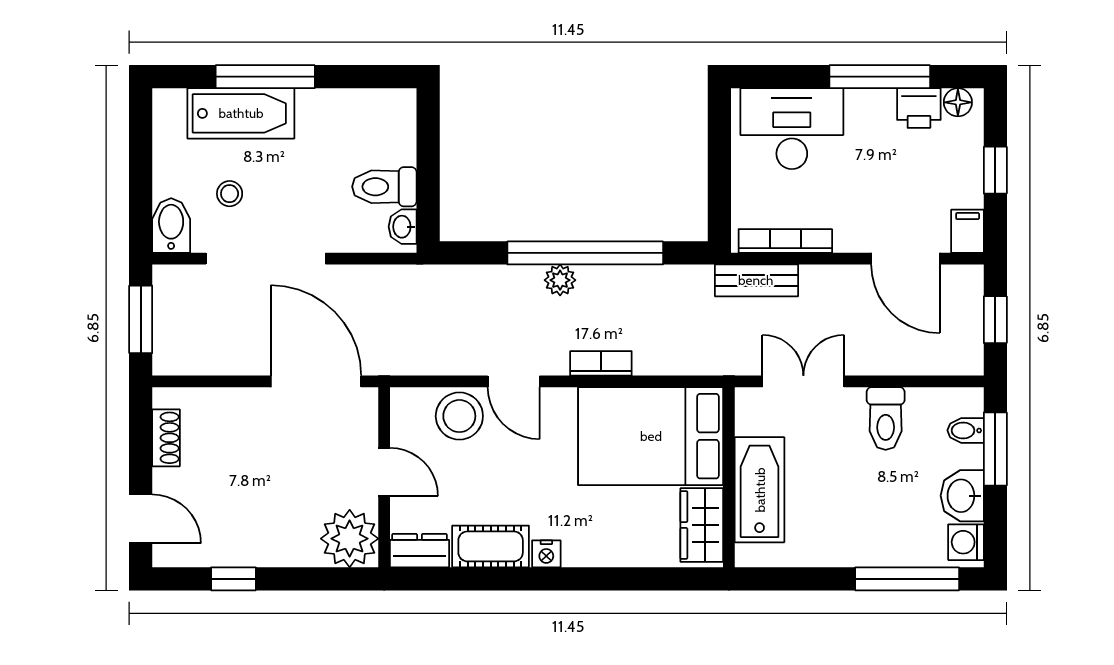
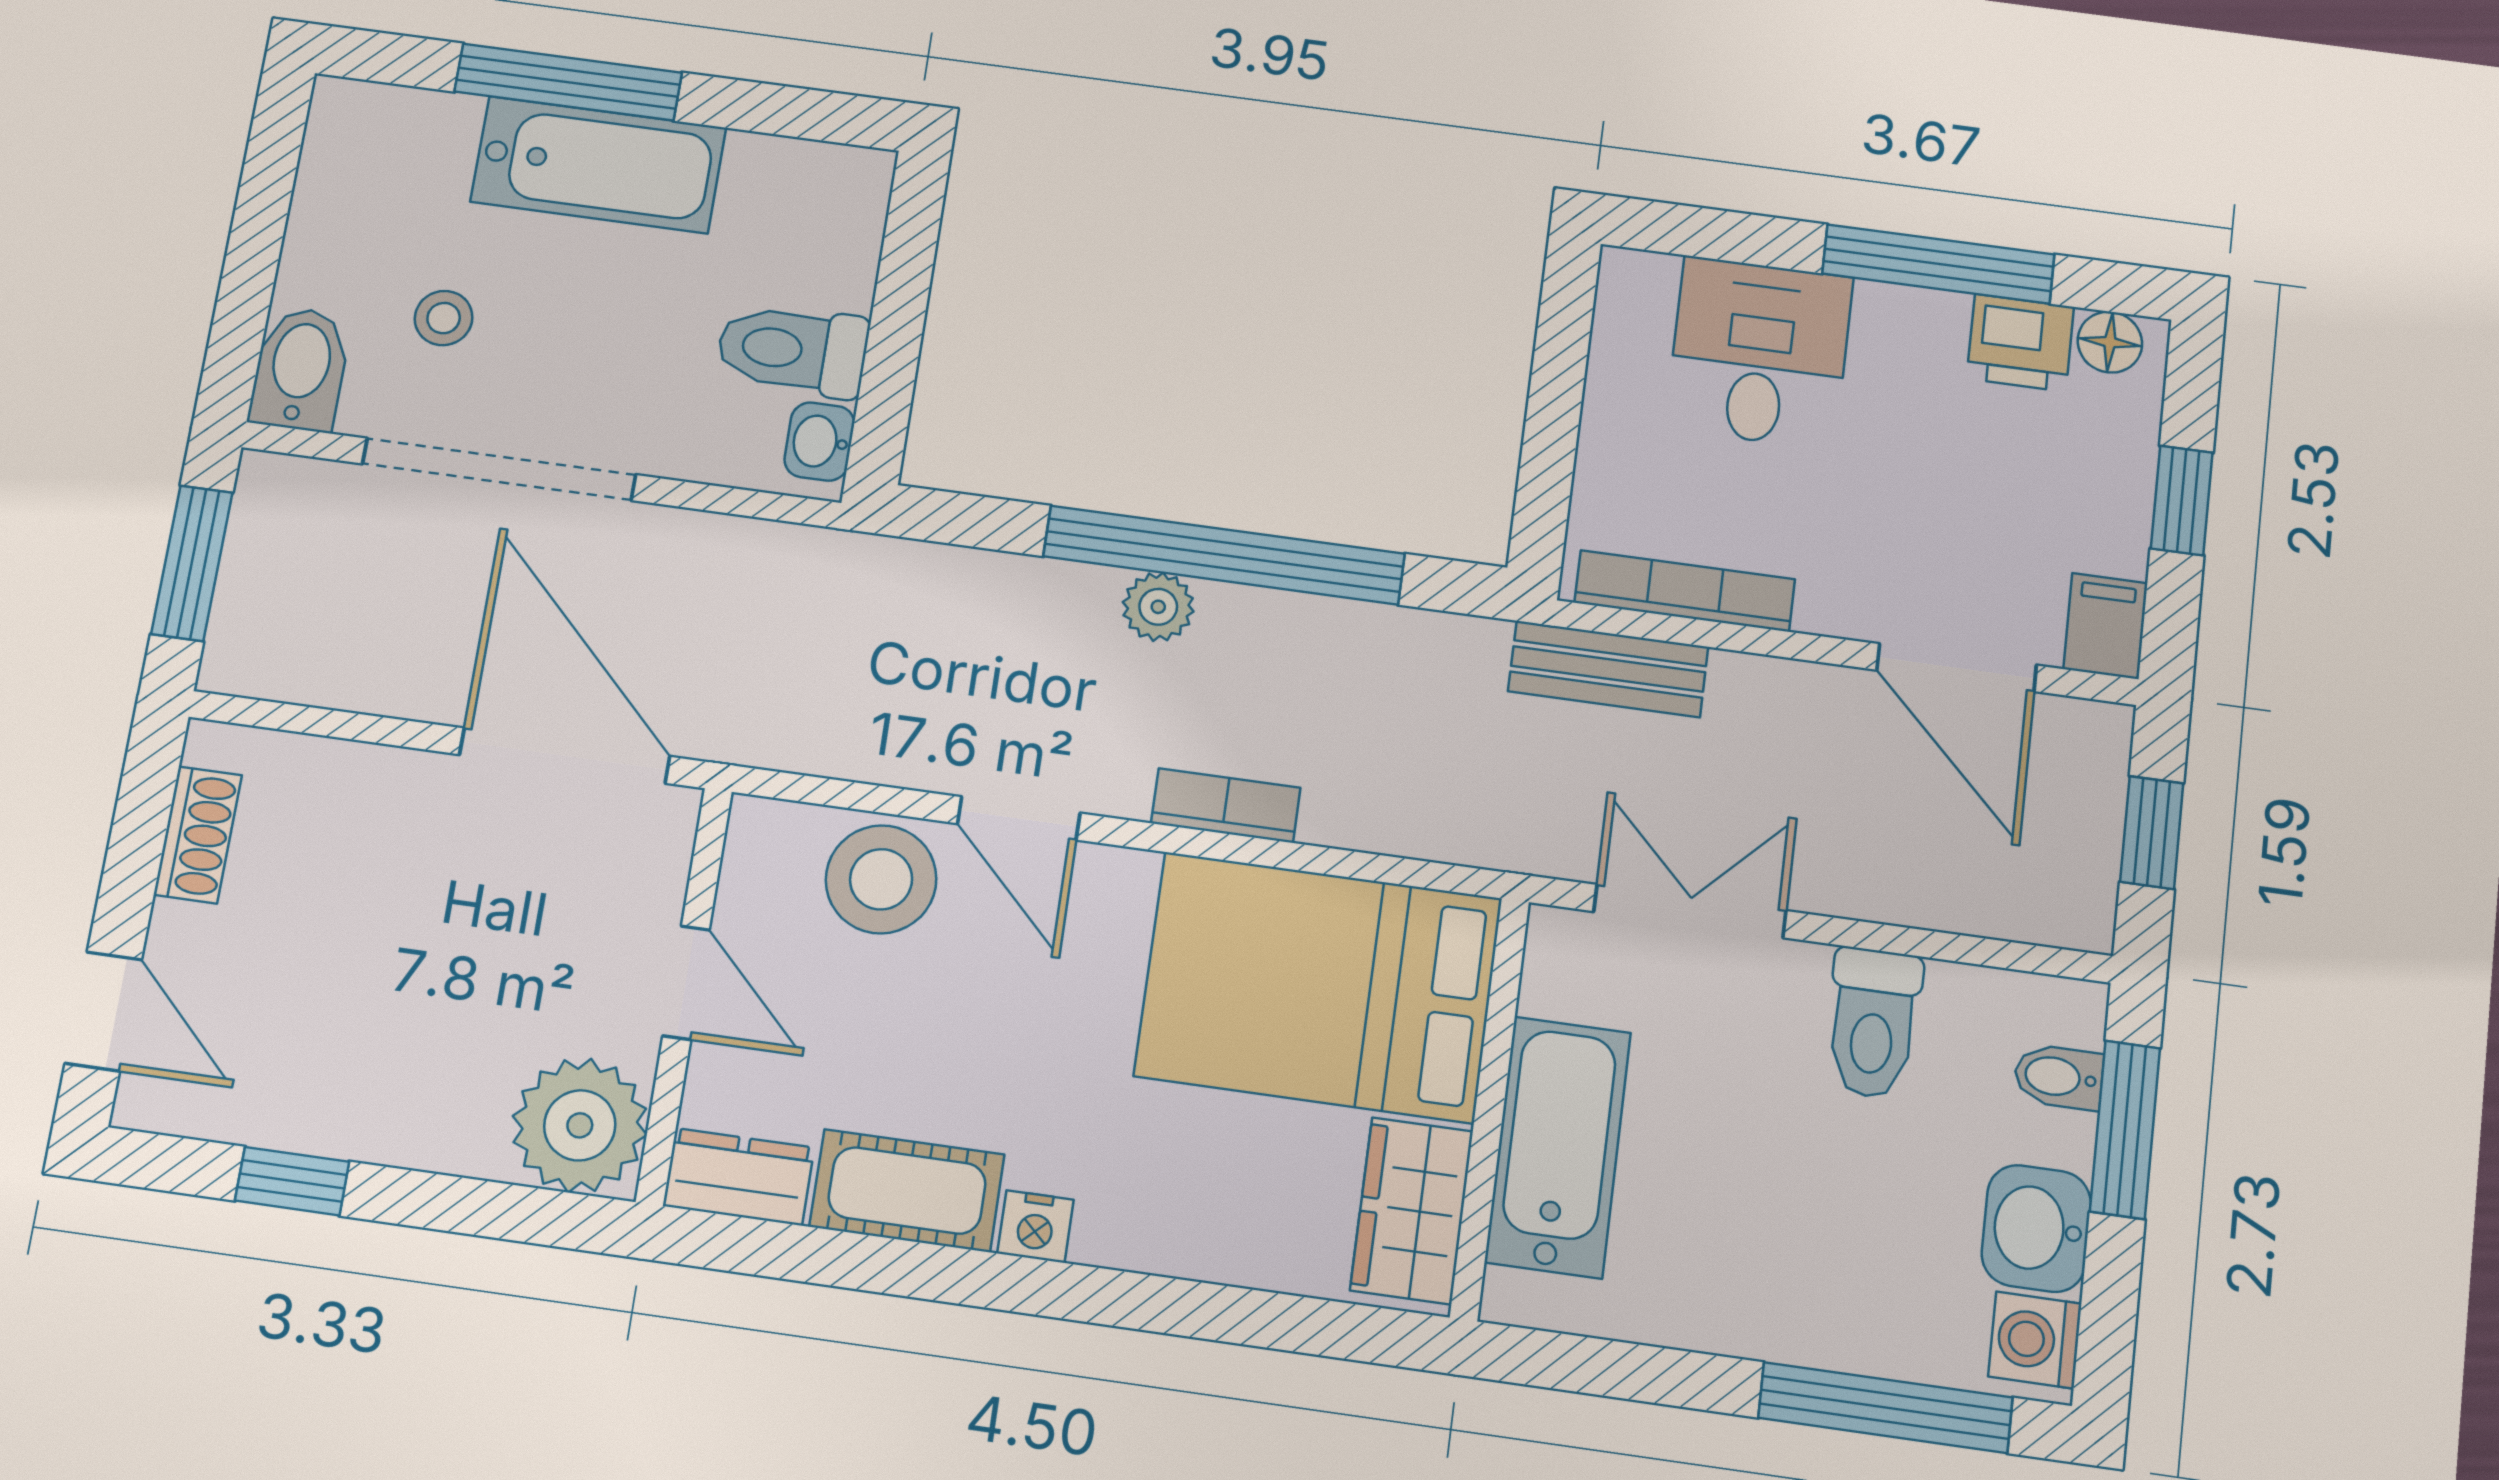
bathtub: (241, 113) -> (598, 165), moved
desk: (792, 129) -> (1759, 353), width x0.73

